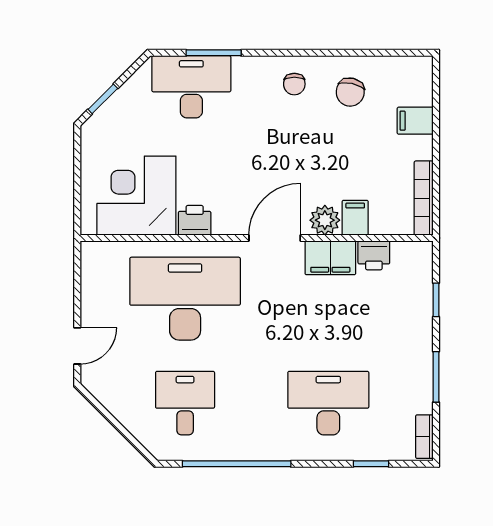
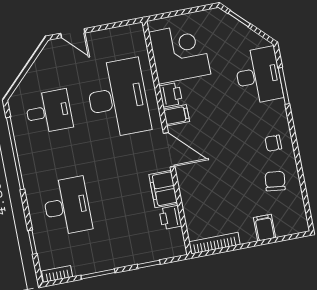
chair: (350, 92) -> (275, 181), turned 84
filing cabinet: (355, 218) -> (176, 115), moved
plant: (325, 220) -> (187, 181), removed

